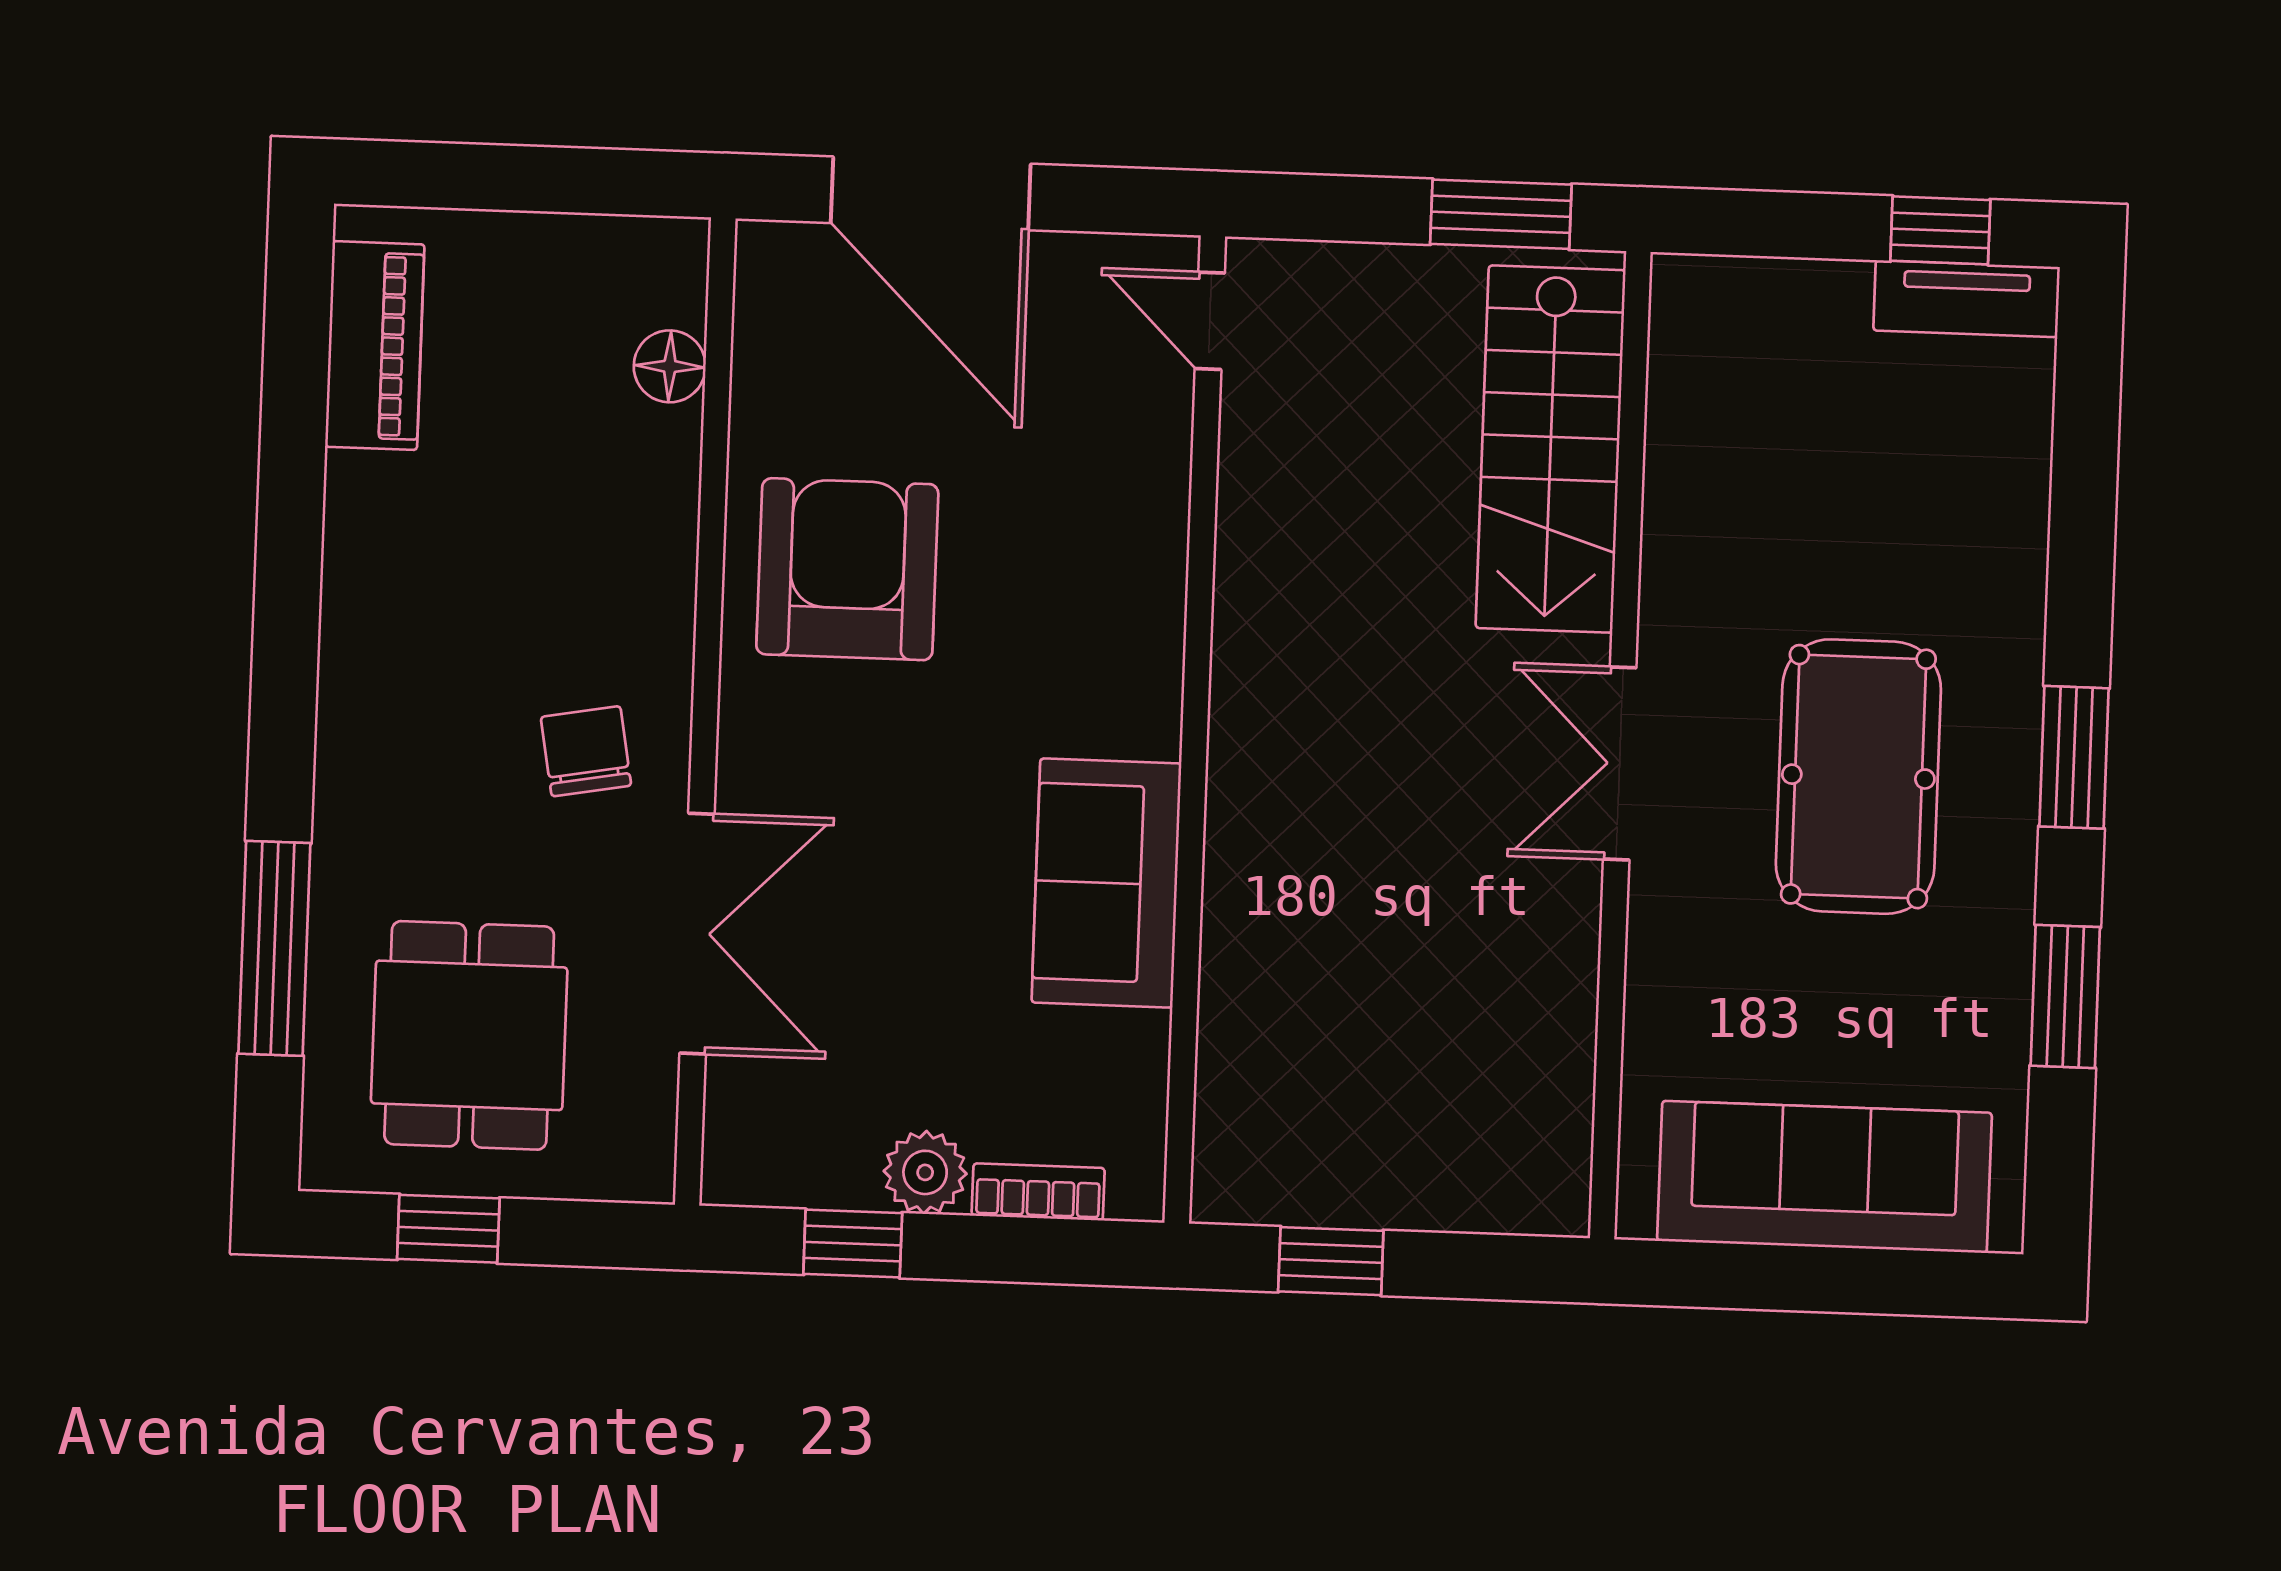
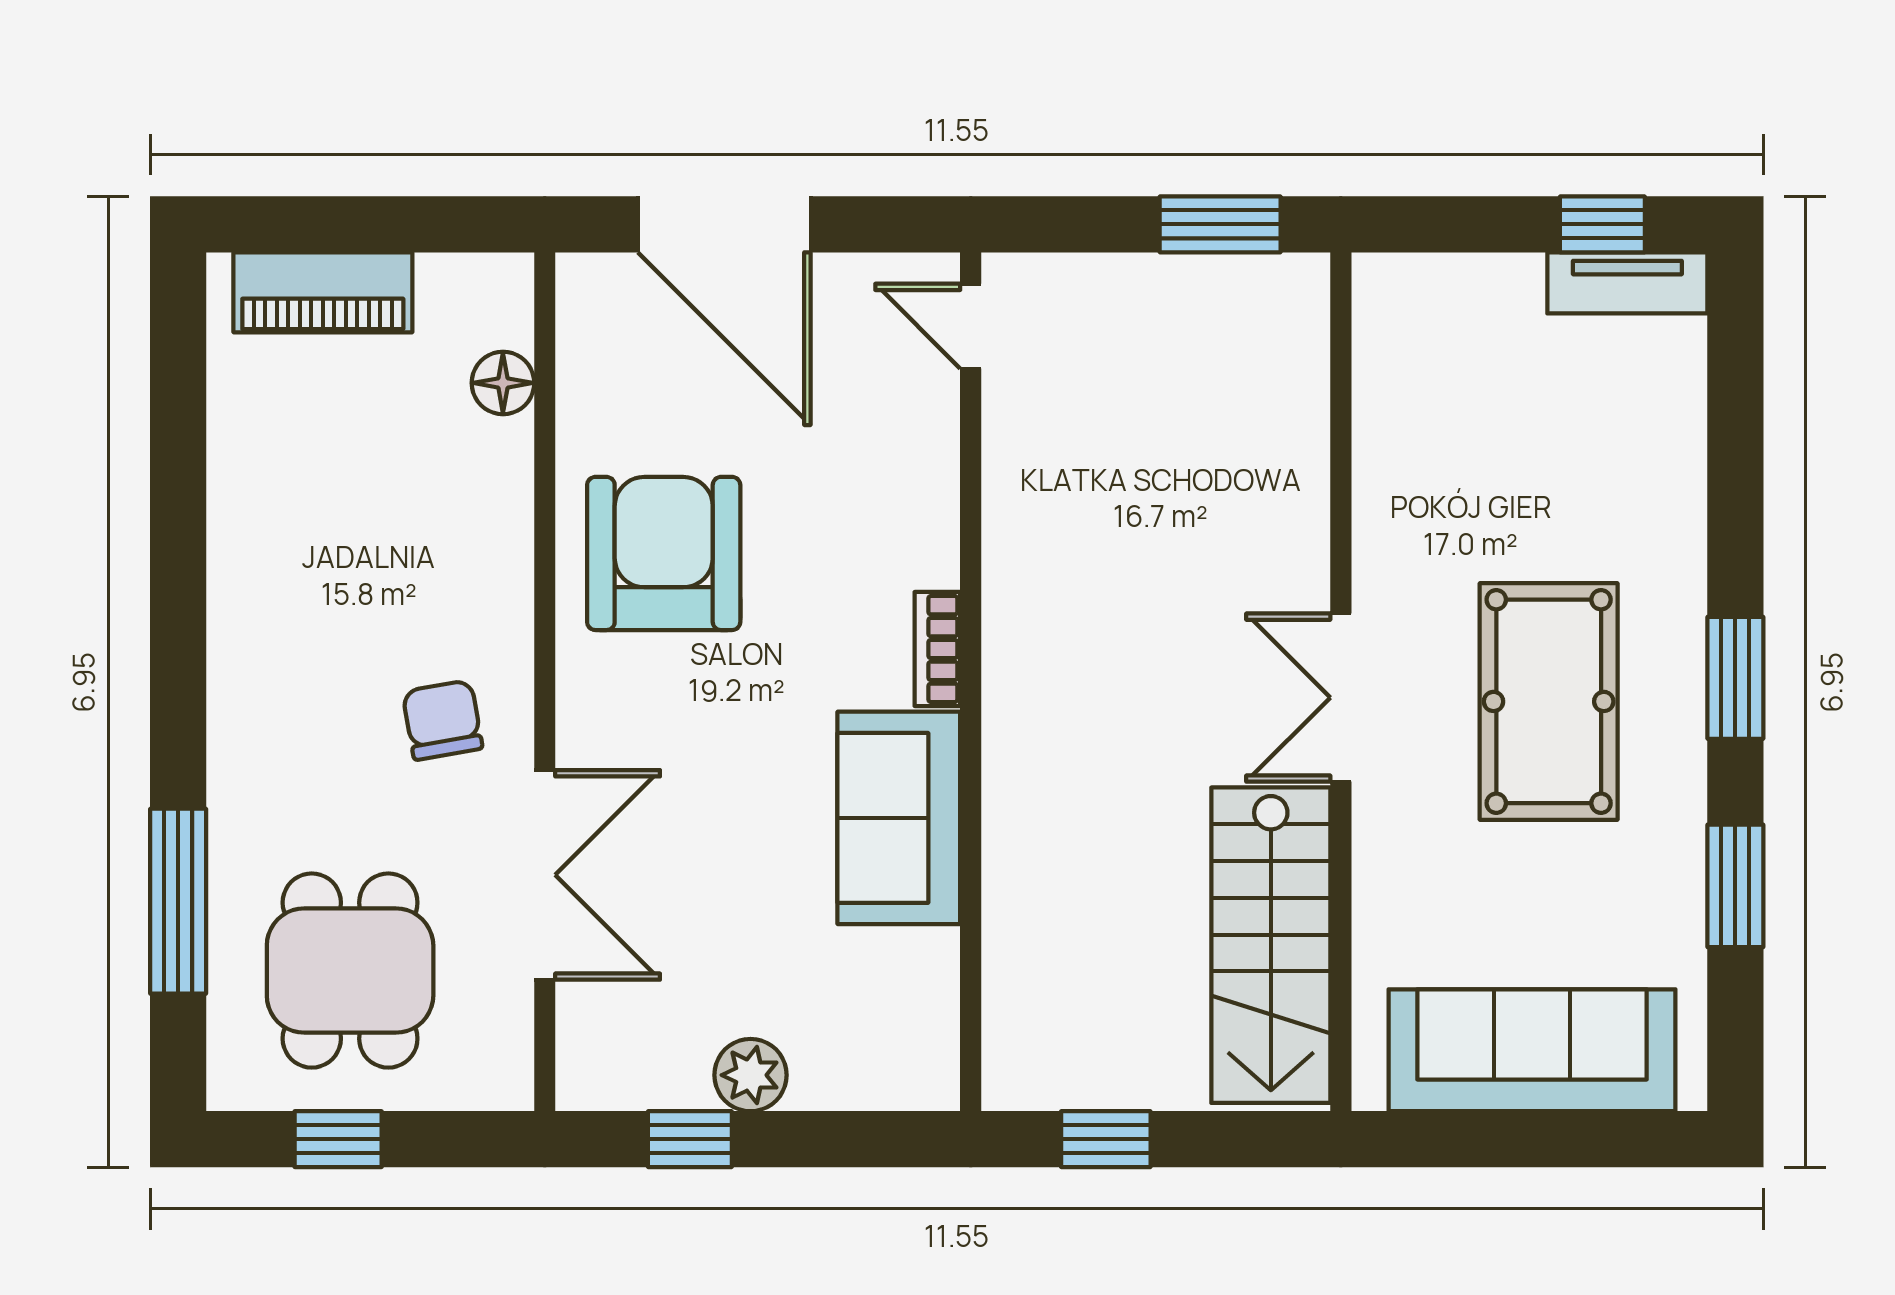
piano: (375, 346) -> (323, 292), moved, turned 90
stairs: (1551, 449) -> (1271, 945), moved
bookcase: (1038, 1192) -> (937, 649), moved, turned -90

